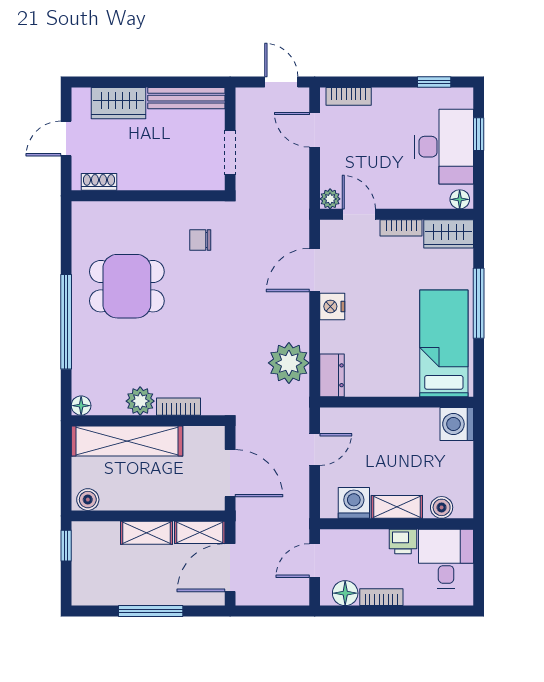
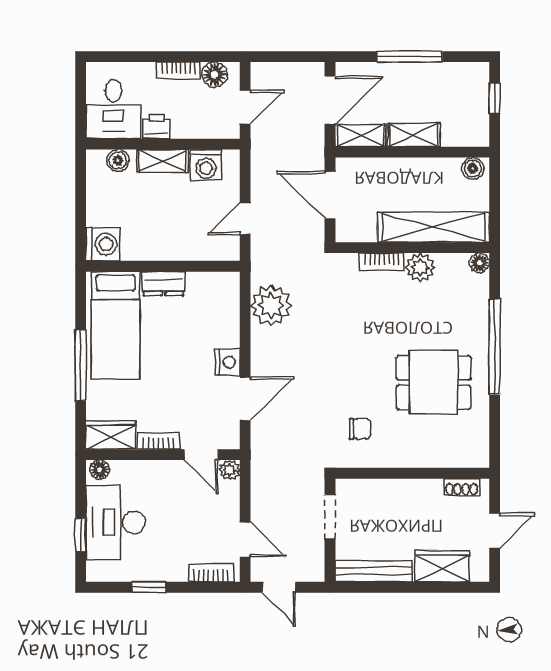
window: (434, 82) -> (149, 587), moved
dresser: (332, 375) -> (163, 284), moved, turned -90
window: (66, 546) -> (495, 99), moved

